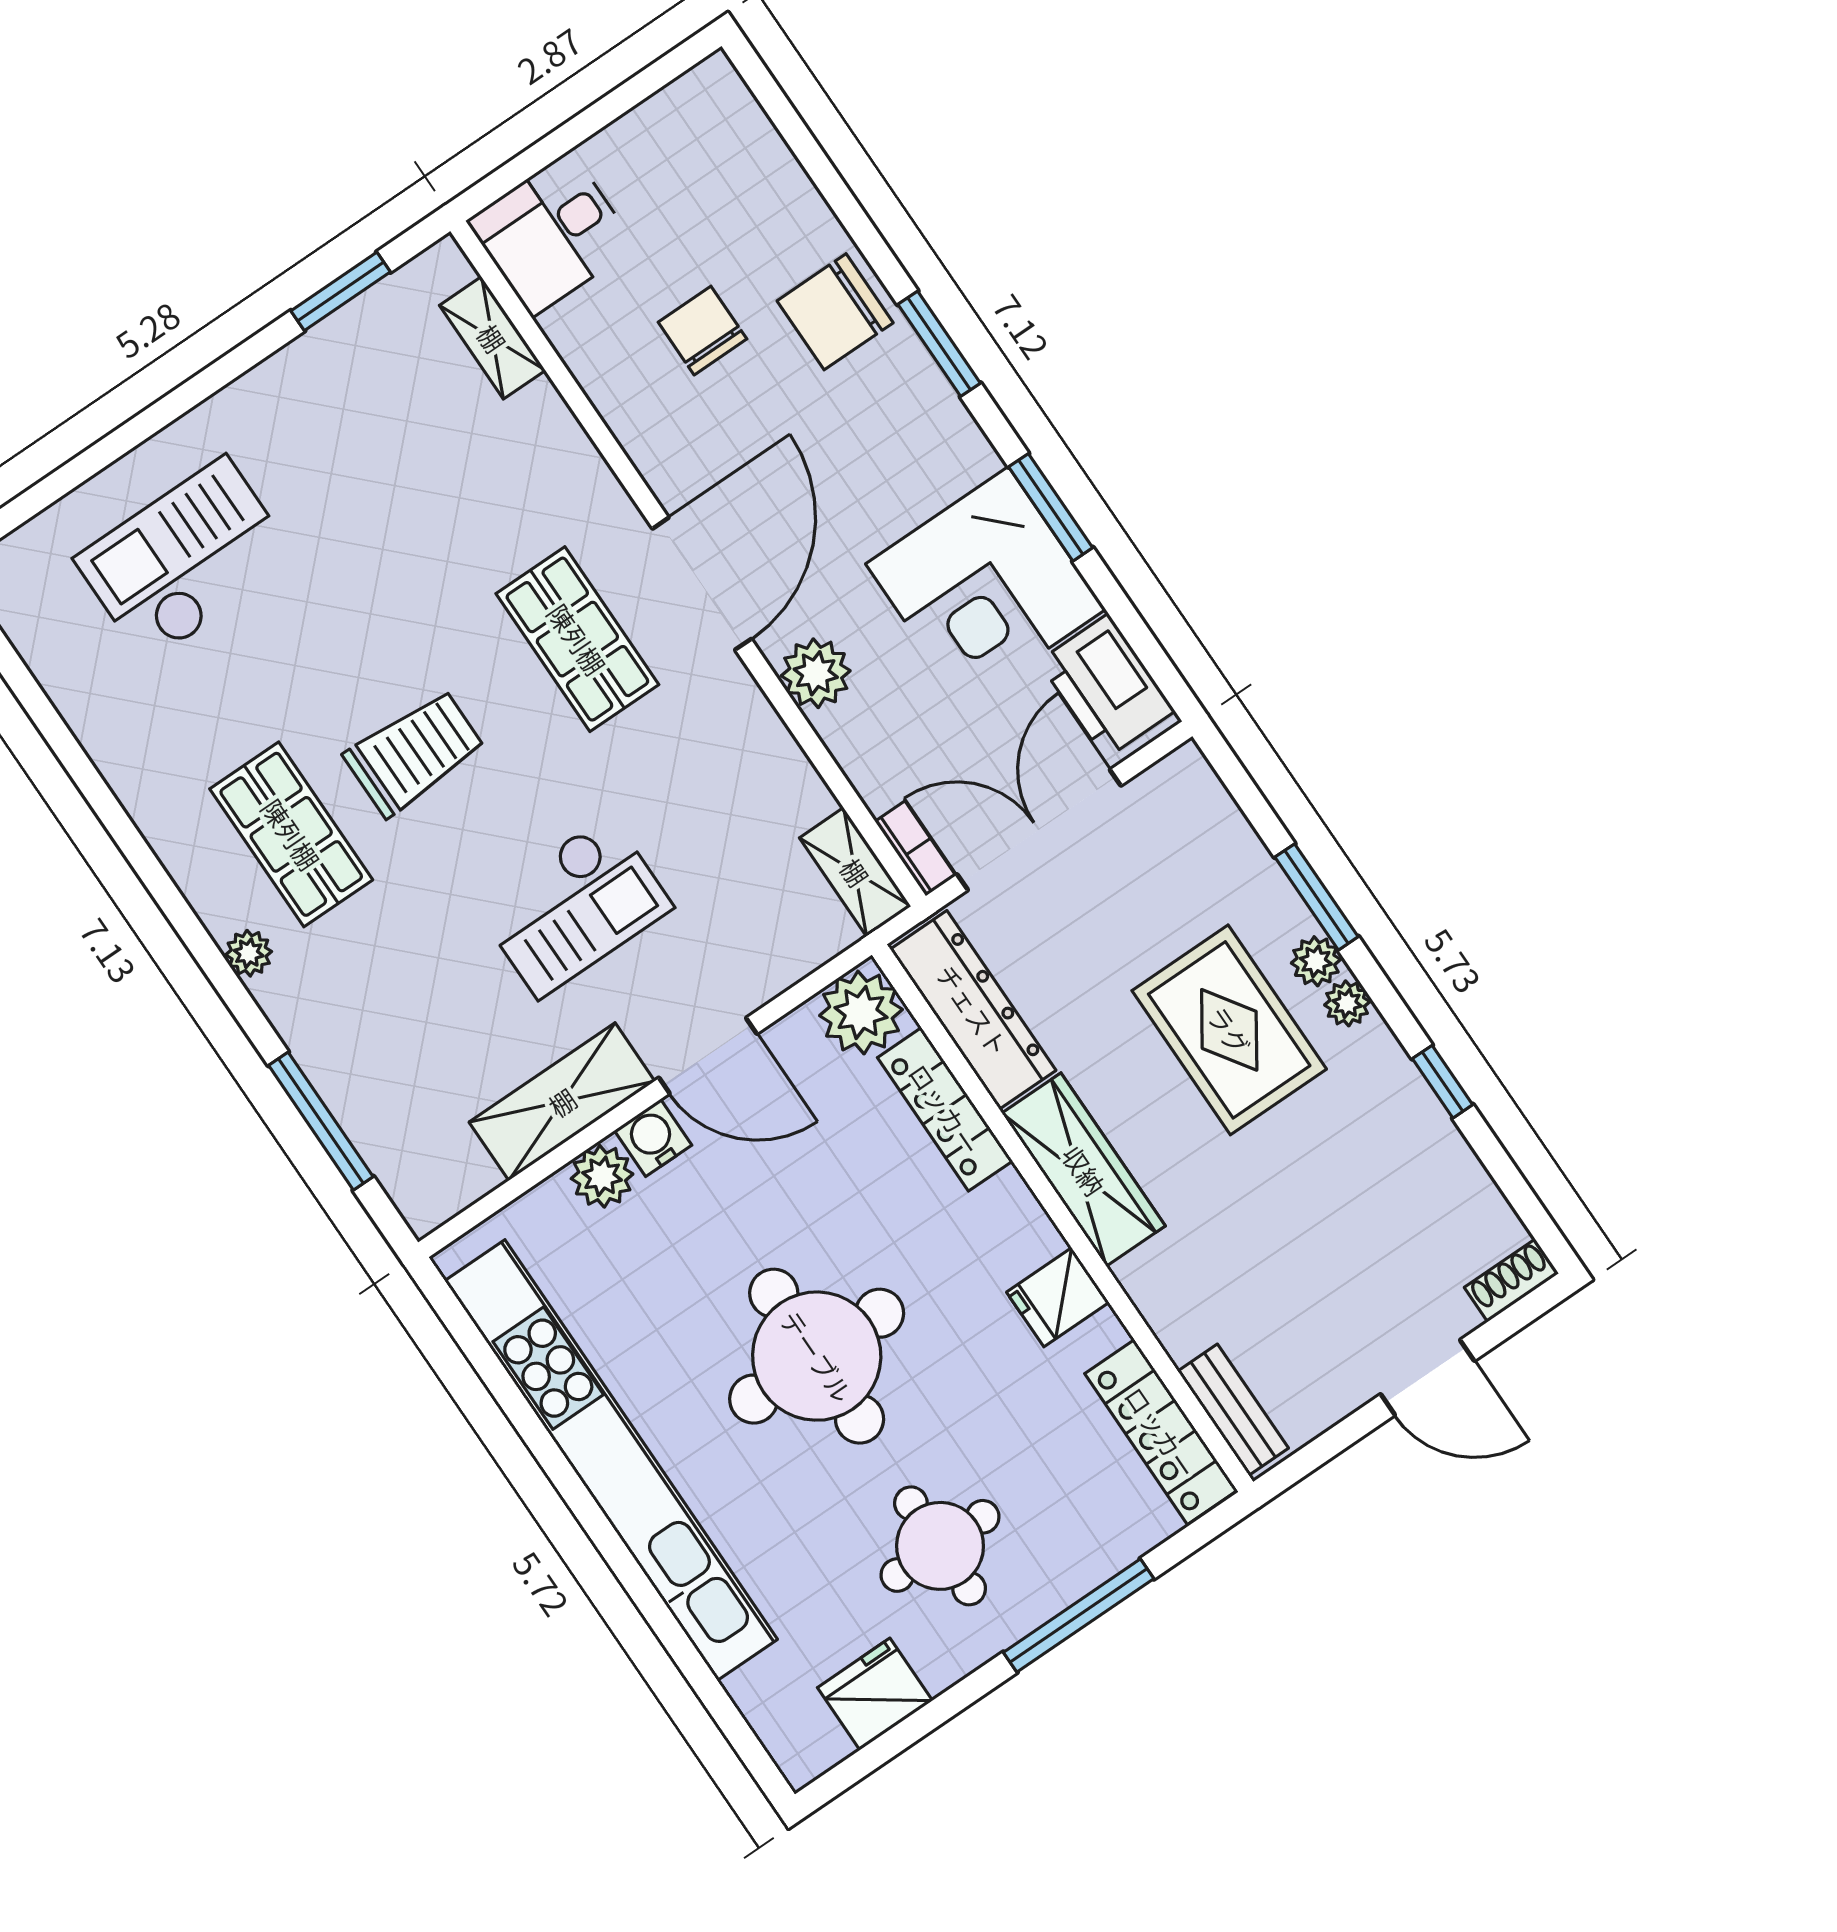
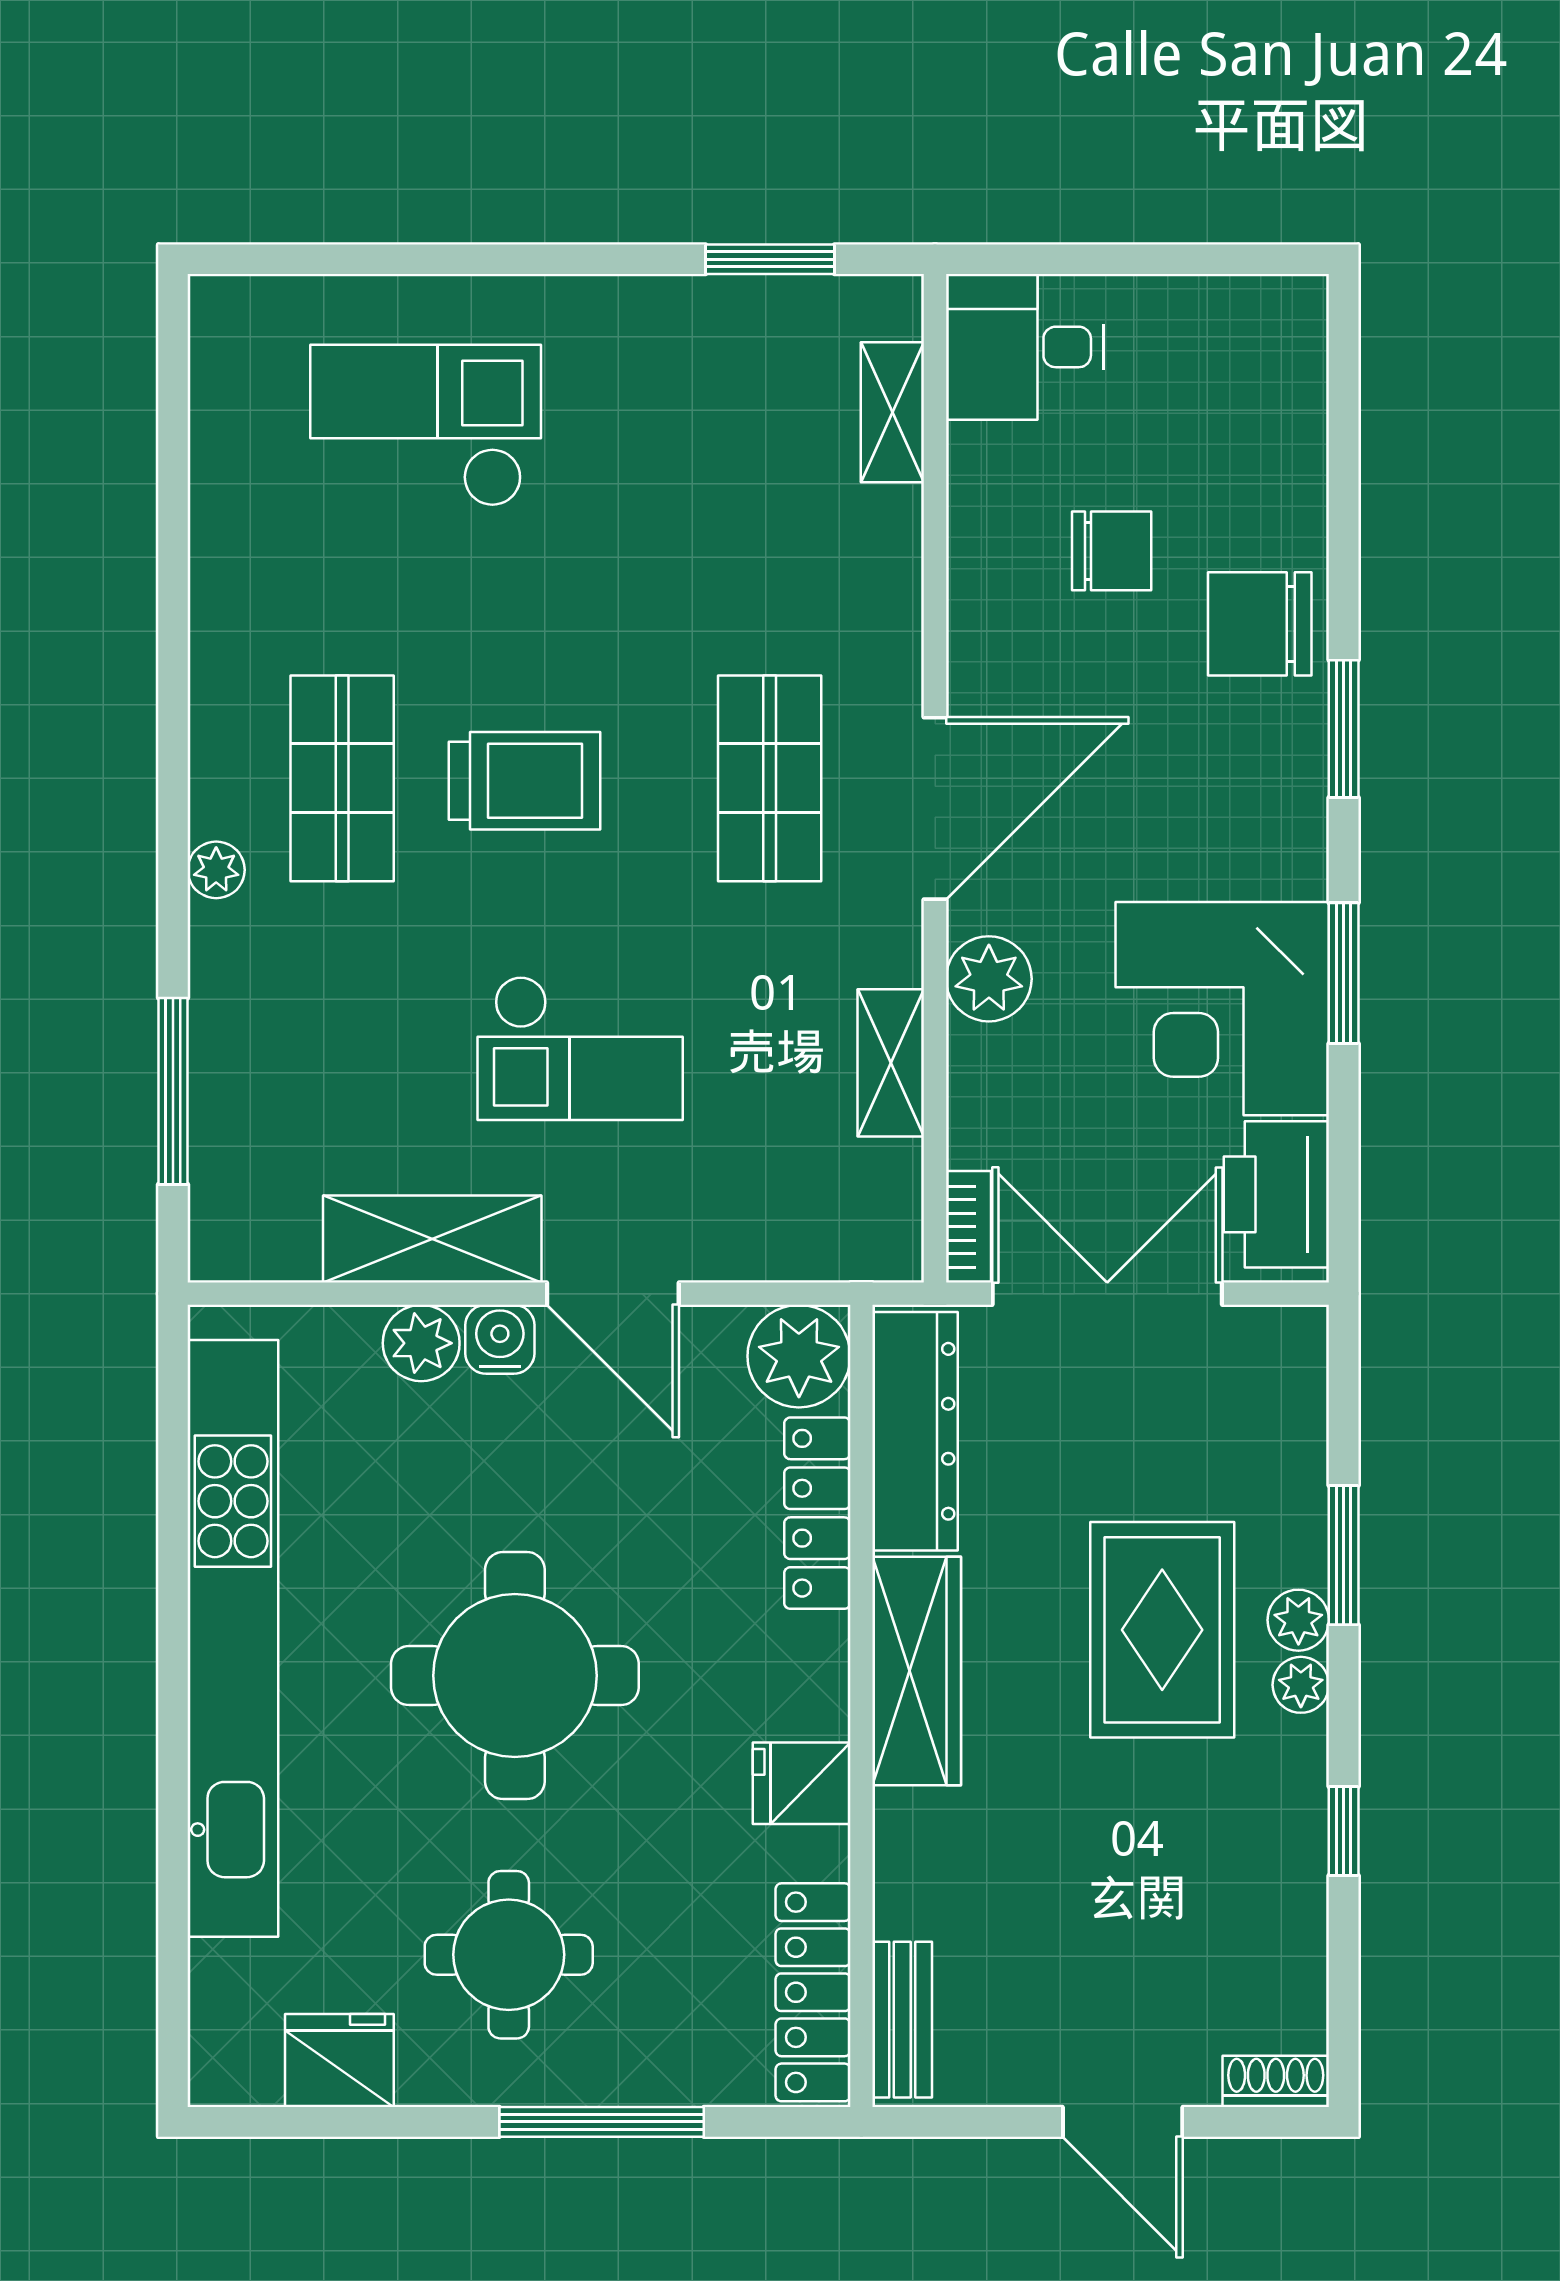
chair: (703, 331) -> (1112, 551), turned 90
shelving: (855, 872) -> (891, 1063), moved

